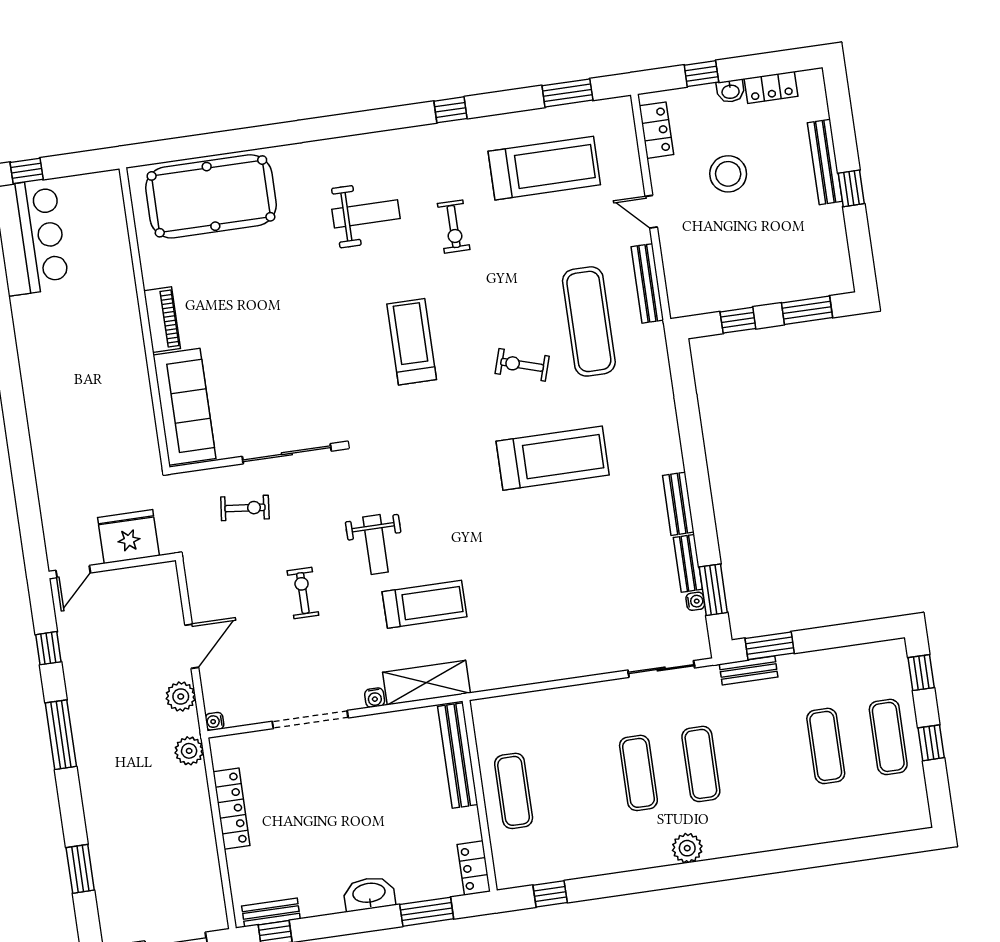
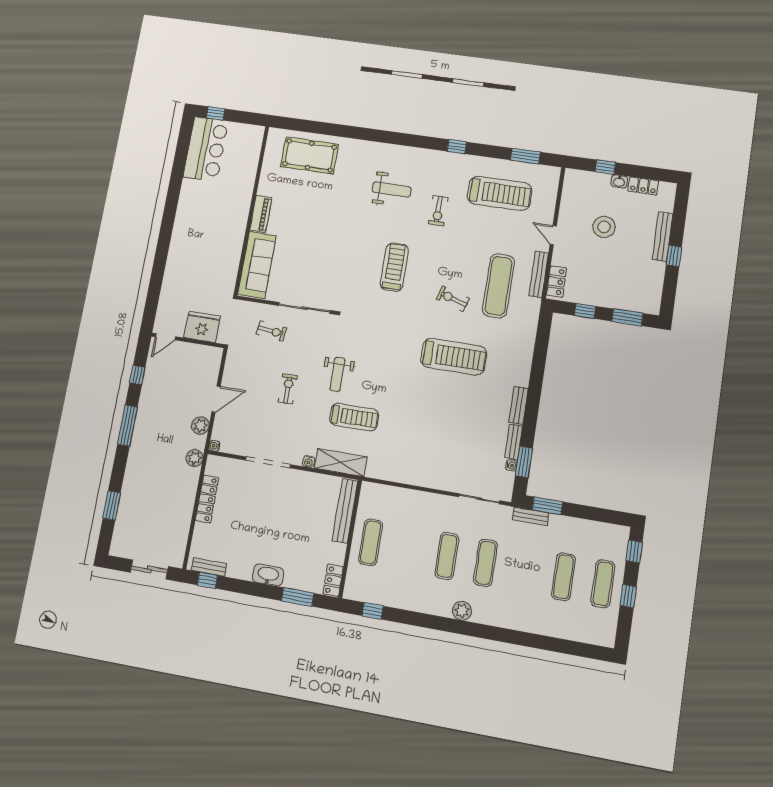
locker: (656, 130) -> (556, 282), moved
pool table: (211, 196) -> (310, 155), width x0.73, depth x0.76

